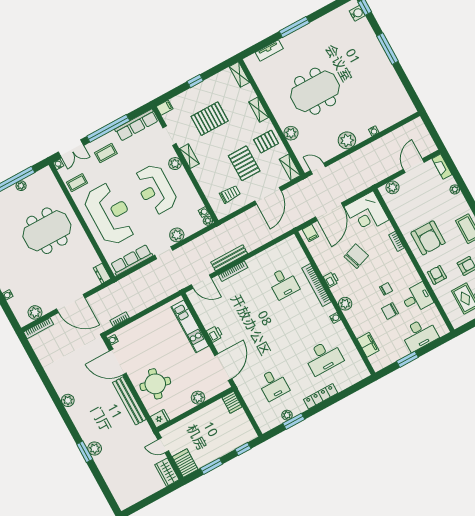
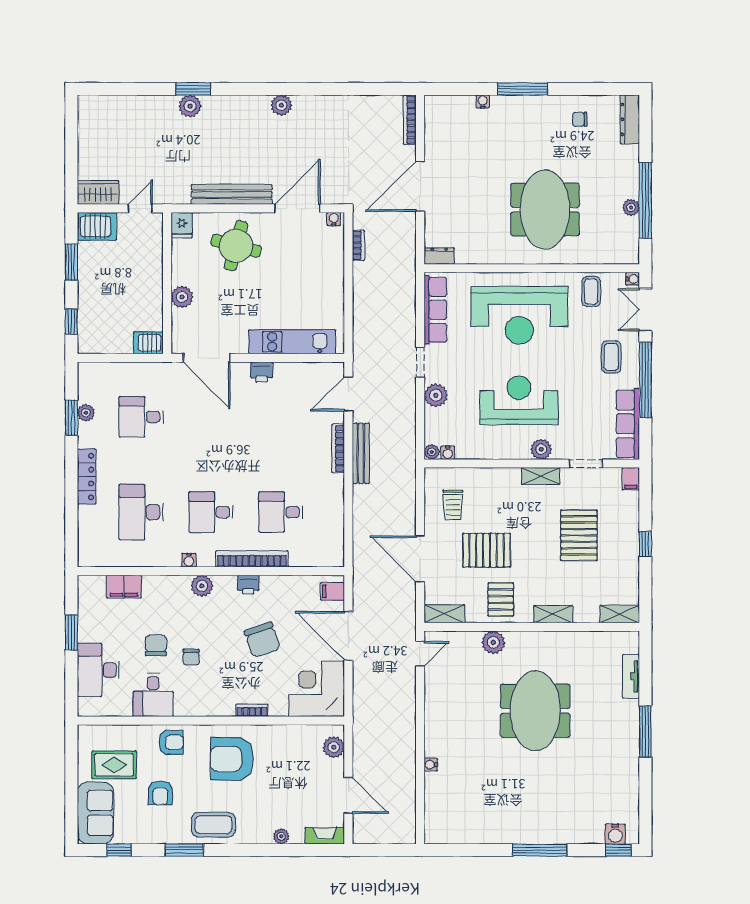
plant: (347, 140) -> (438, 718), removed
plant: (35, 312) -> (435, 127), removed
desk: (303, 320) -> (211, 512), added

